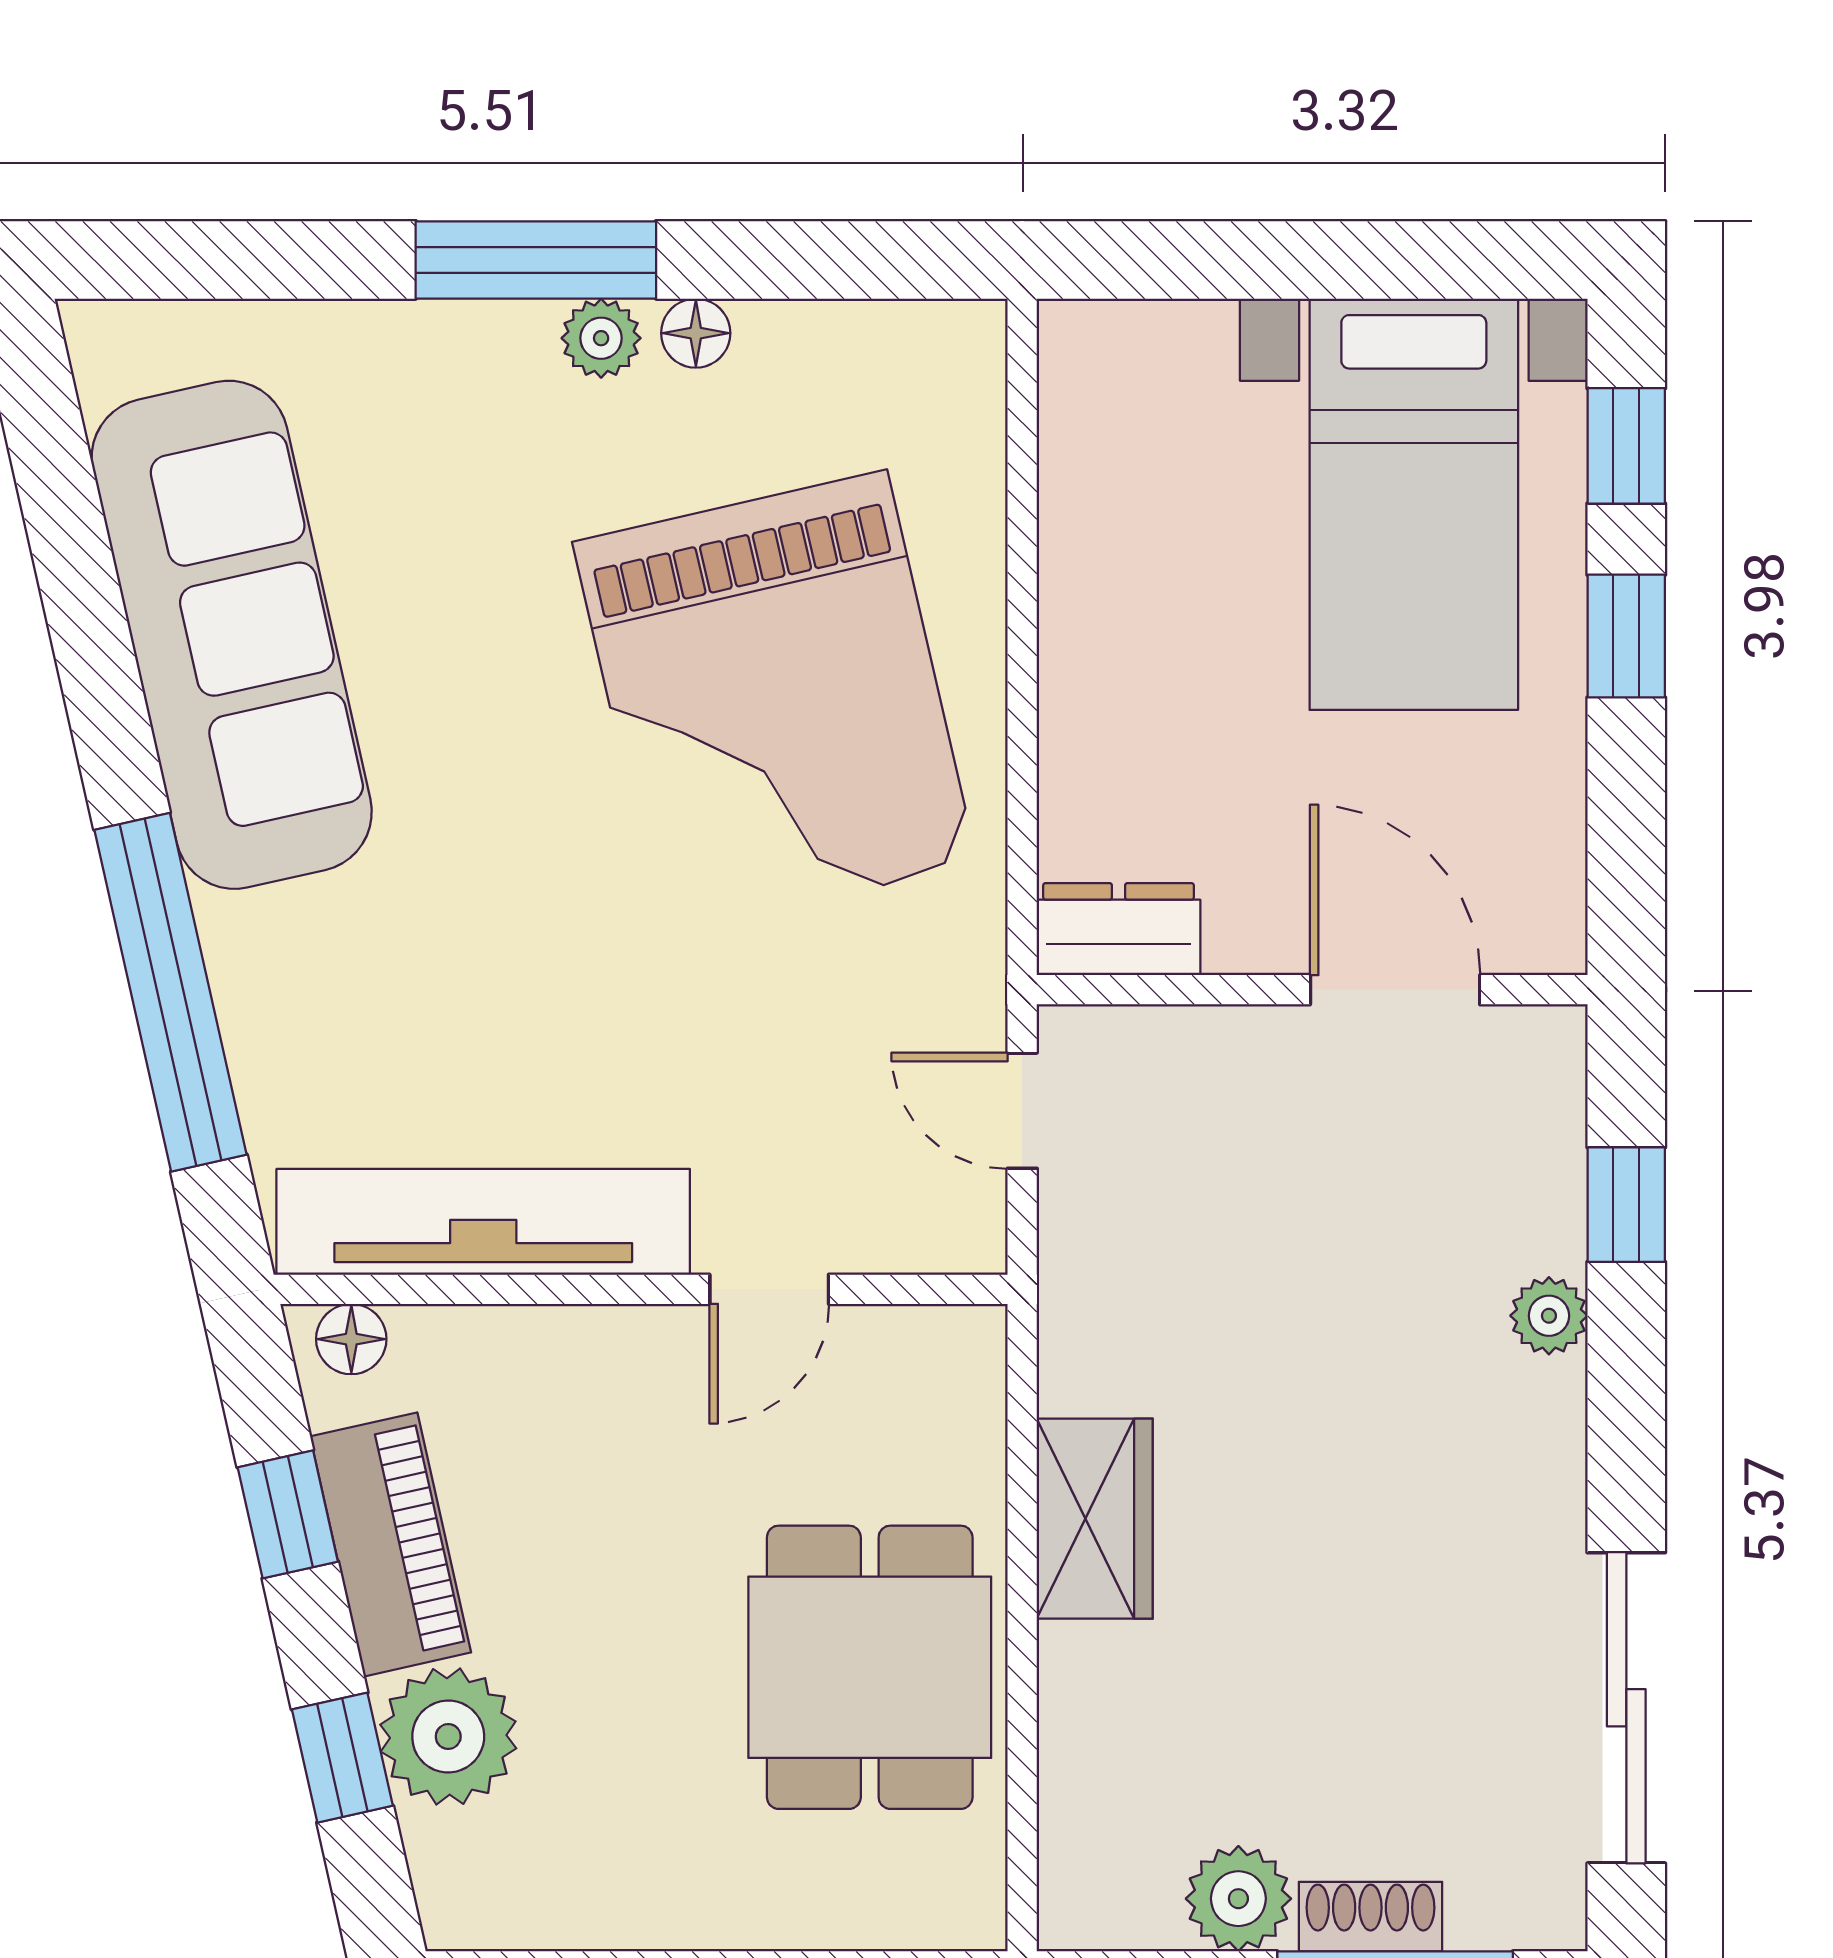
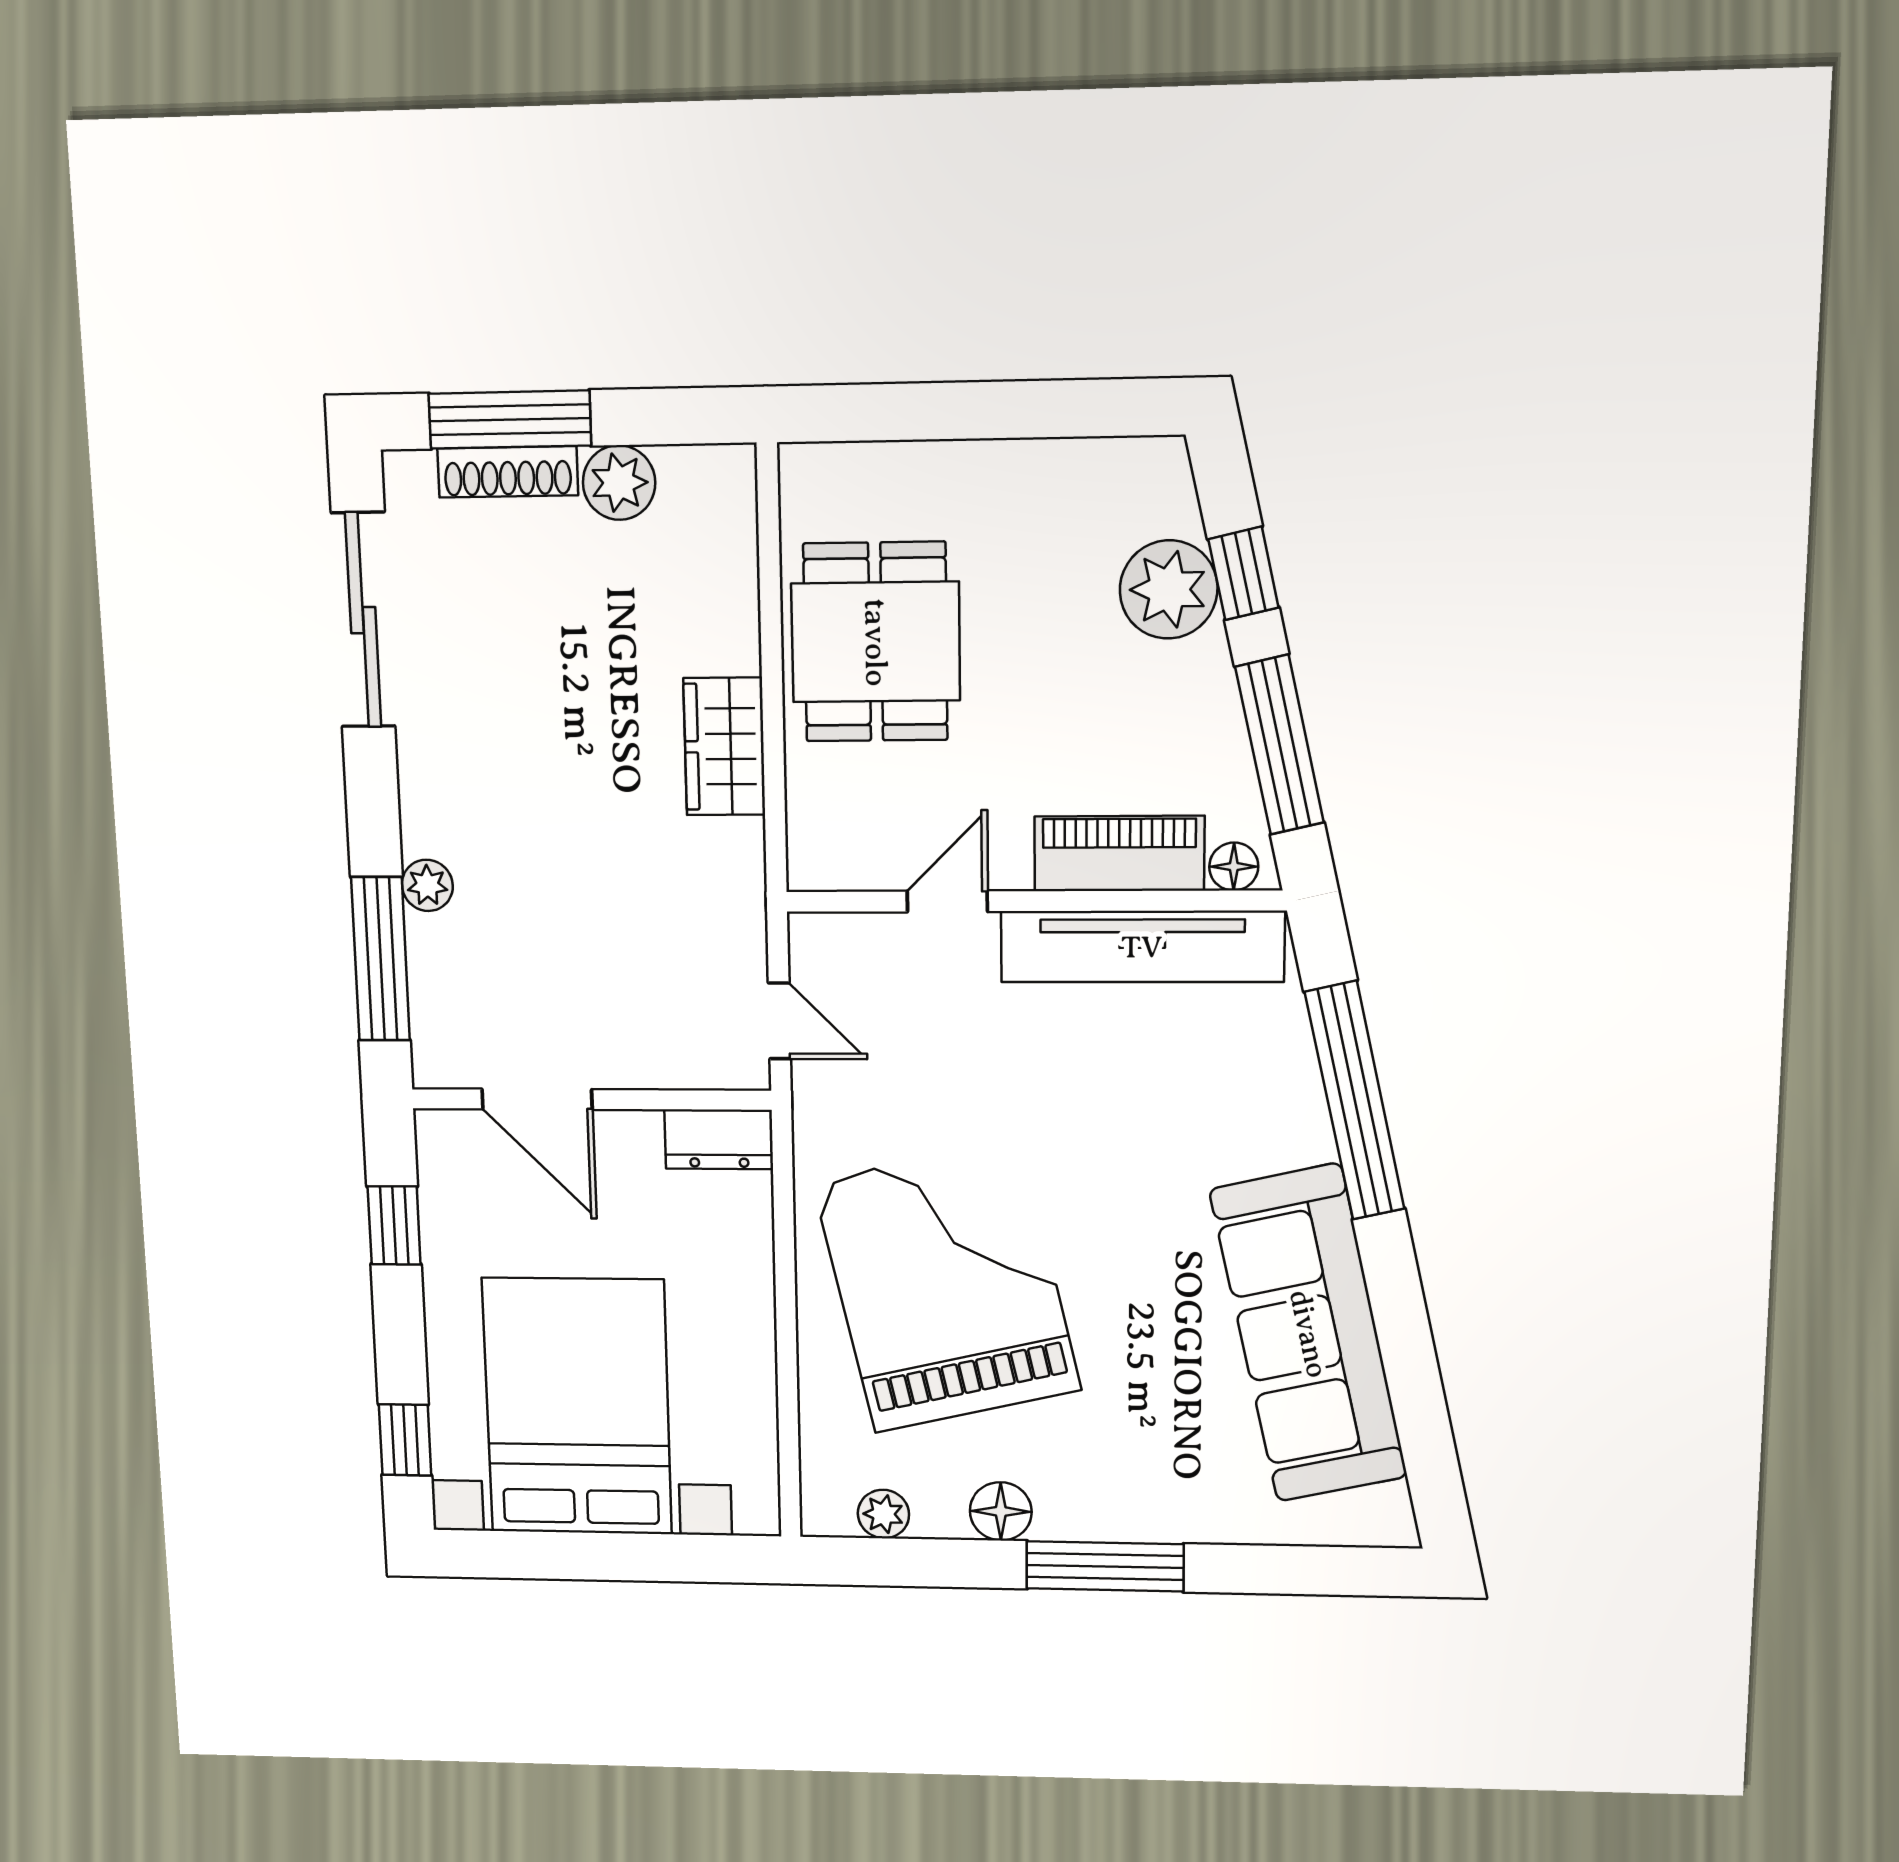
floor lamp: (696, 333) -> (1001, 1511), width x1.37, depth x1.37
plant: (601, 338) -> (883, 1514), moved
bed with nightstands: (1414, 504) -> (577, 1407), width x1.36
window: (1626, 636) -> (394, 1225), moved
window: (1626, 1205) -> (380, 959), width x2.17
window: (288, 1514) -> (1280, 745), width x2.17
piano: (391, 1544) -> (1119, 854), moved, turned 103
shoe rack: (1371, 1917) -> (508, 472), width x1.43

